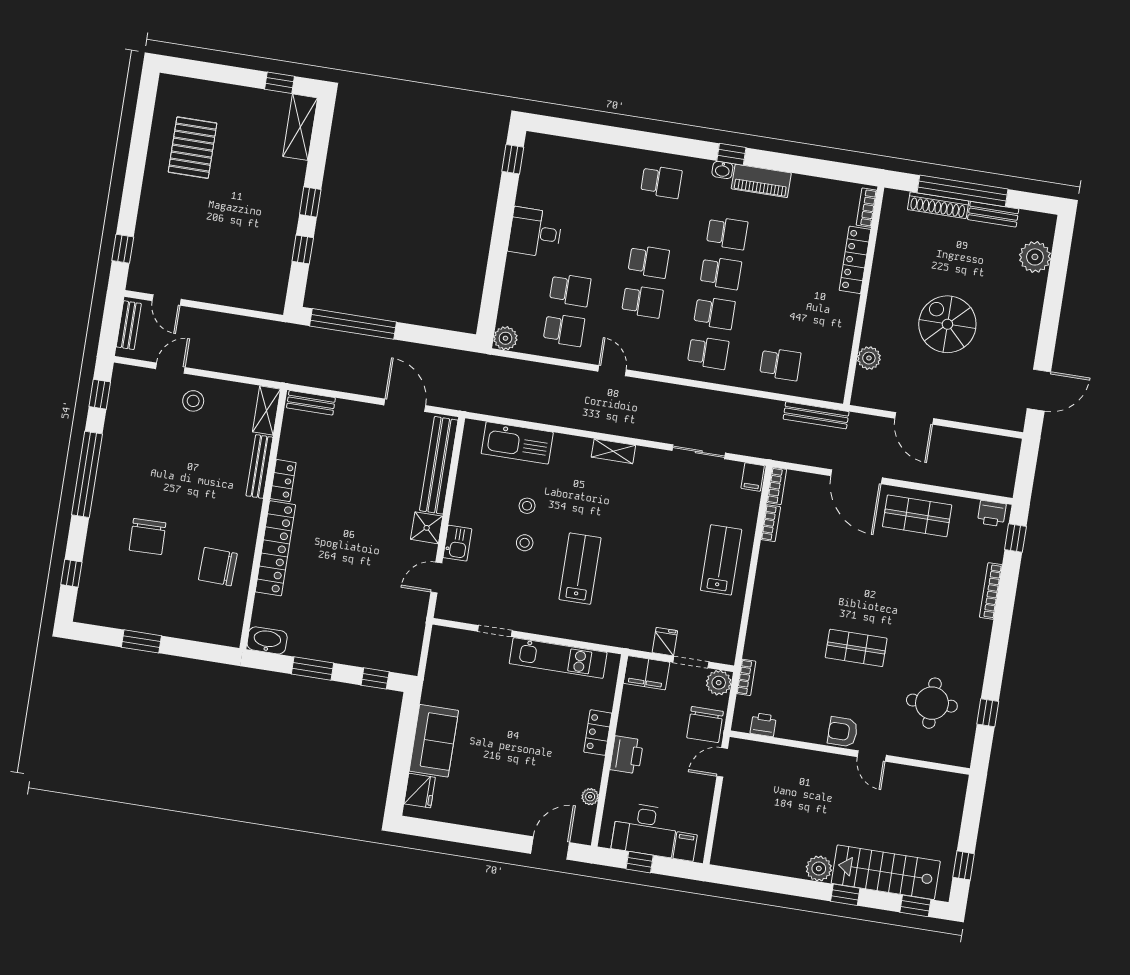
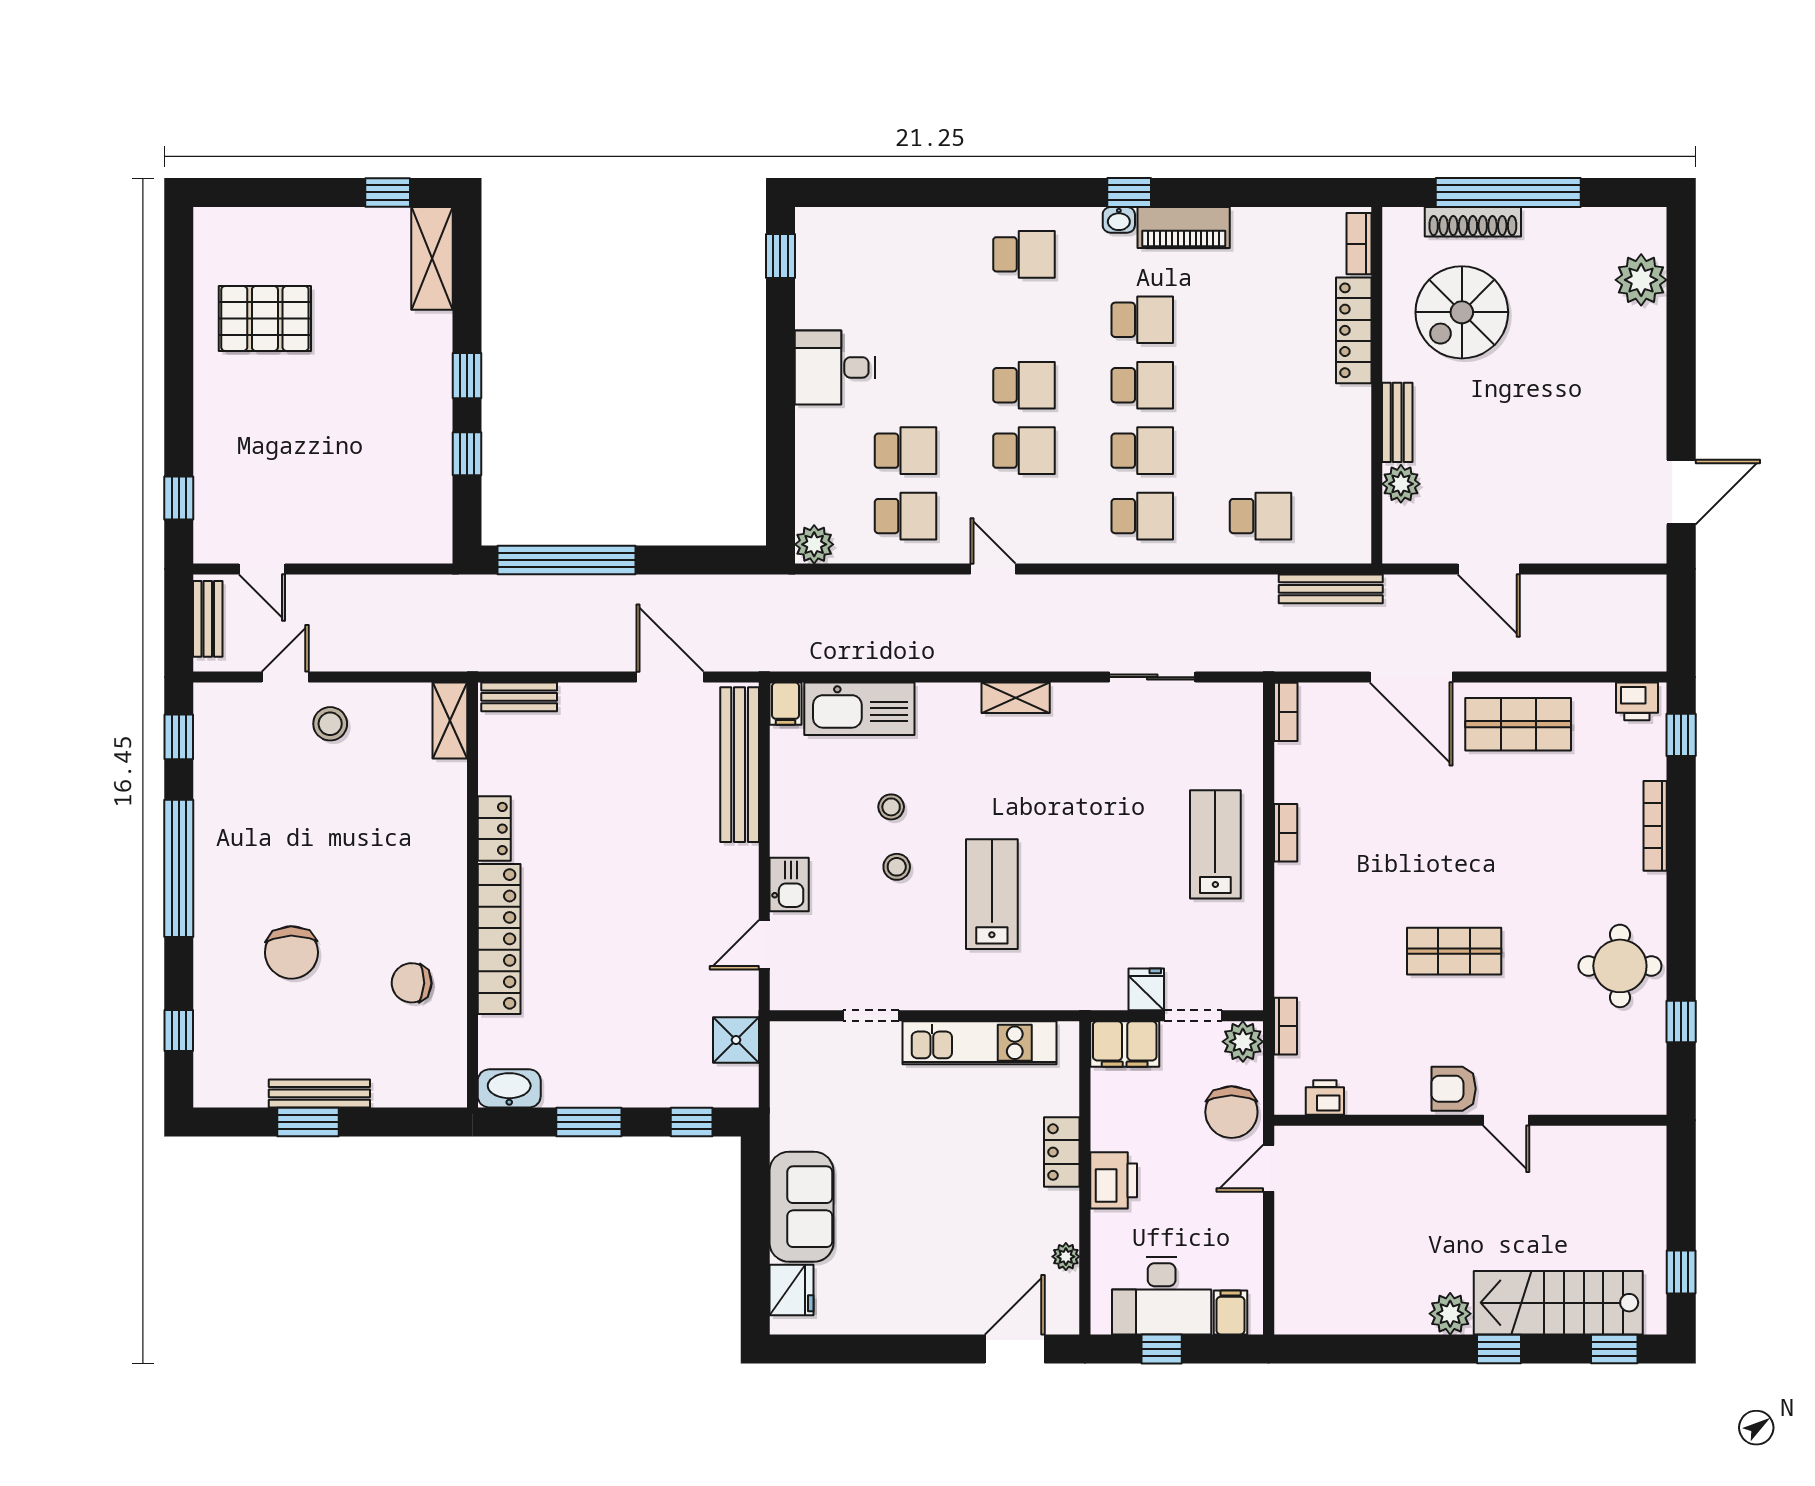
pallet: (193, 148) -> (265, 318), turned 90
bench: (993, 214) -> (1397, 422), moved, turned 90
spiral stairs: (947, 324) -> (1462, 312), moved, turned -90
bench: (259, 466) -> (319, 1093), moved, turned 90
filing cabinet: (753, 477) -> (786, 704), moved
bookcase: (771, 523) -> (1286, 833), moved
shower: (427, 528) -> (736, 1040), moved
chair: (218, 567) -> (412, 983), width x0.73, depth x0.73
round table: (932, 703) -> (1620, 966), moved

